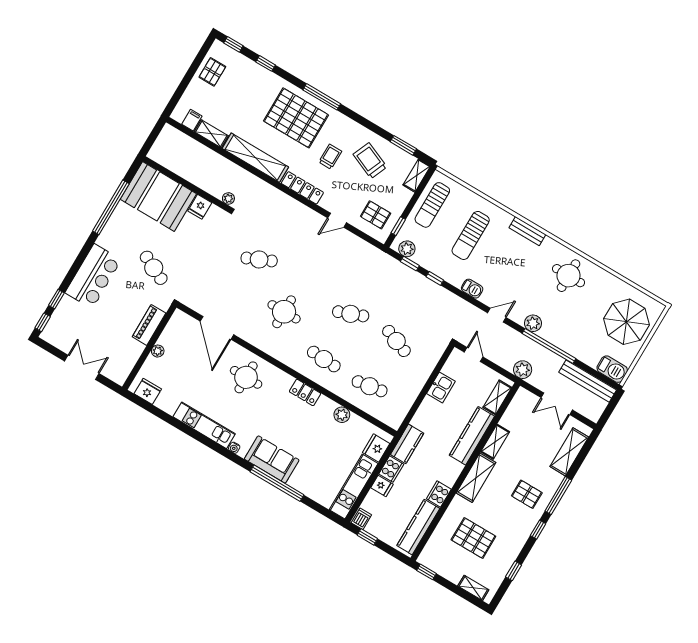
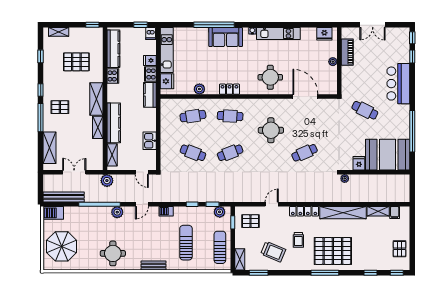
piano: (149, 325) -> (347, 52), moved

